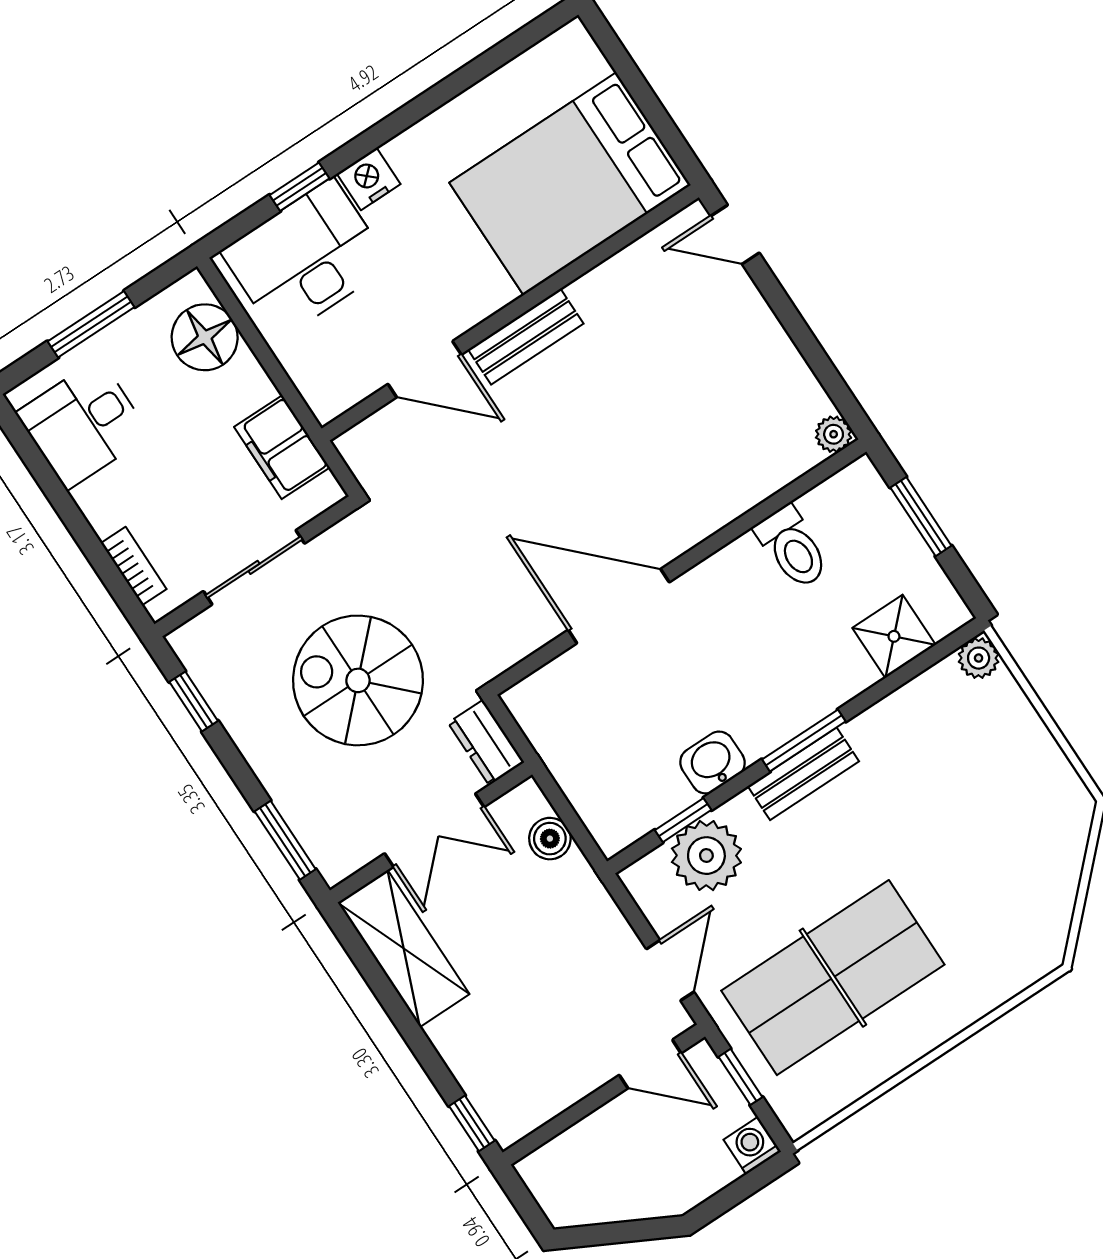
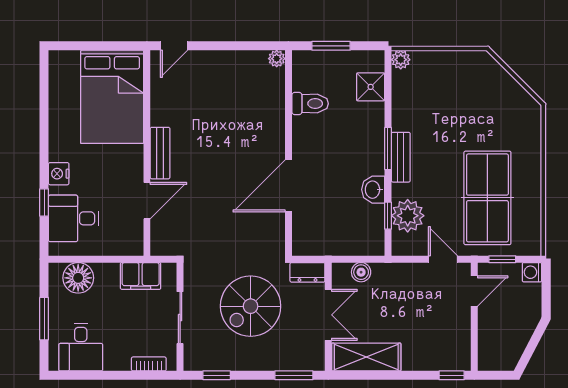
desk: (306, 259) -> (74, 218), width x0.73

